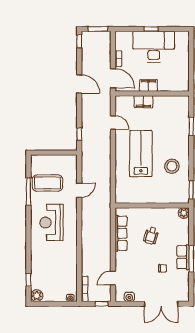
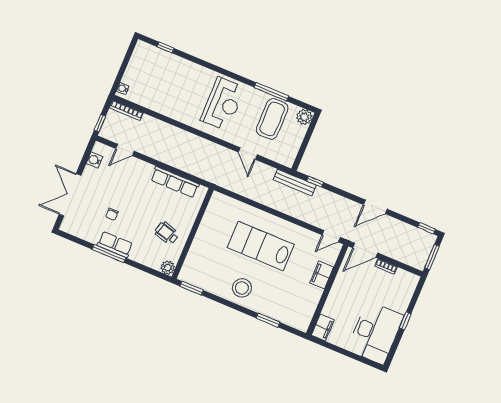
desk: (154, 47) -> (375, 333), moved
filing cabinet: (149, 85) -> (323, 328), moved
door: (113, 122) -> (331, 236), moved
bench: (86, 148) -> (295, 182), added
lab bench: (141, 153) -> (261, 246), turned 180
stool: (172, 166) -> (242, 288), moved
reception desk: (51, 223) -> (223, 104), turned 90
wheelchair: (151, 236) -> (167, 233), moved
door: (113, 278) -> (125, 150), swing flipped
plant: (37, 296) -> (304, 117), moved

